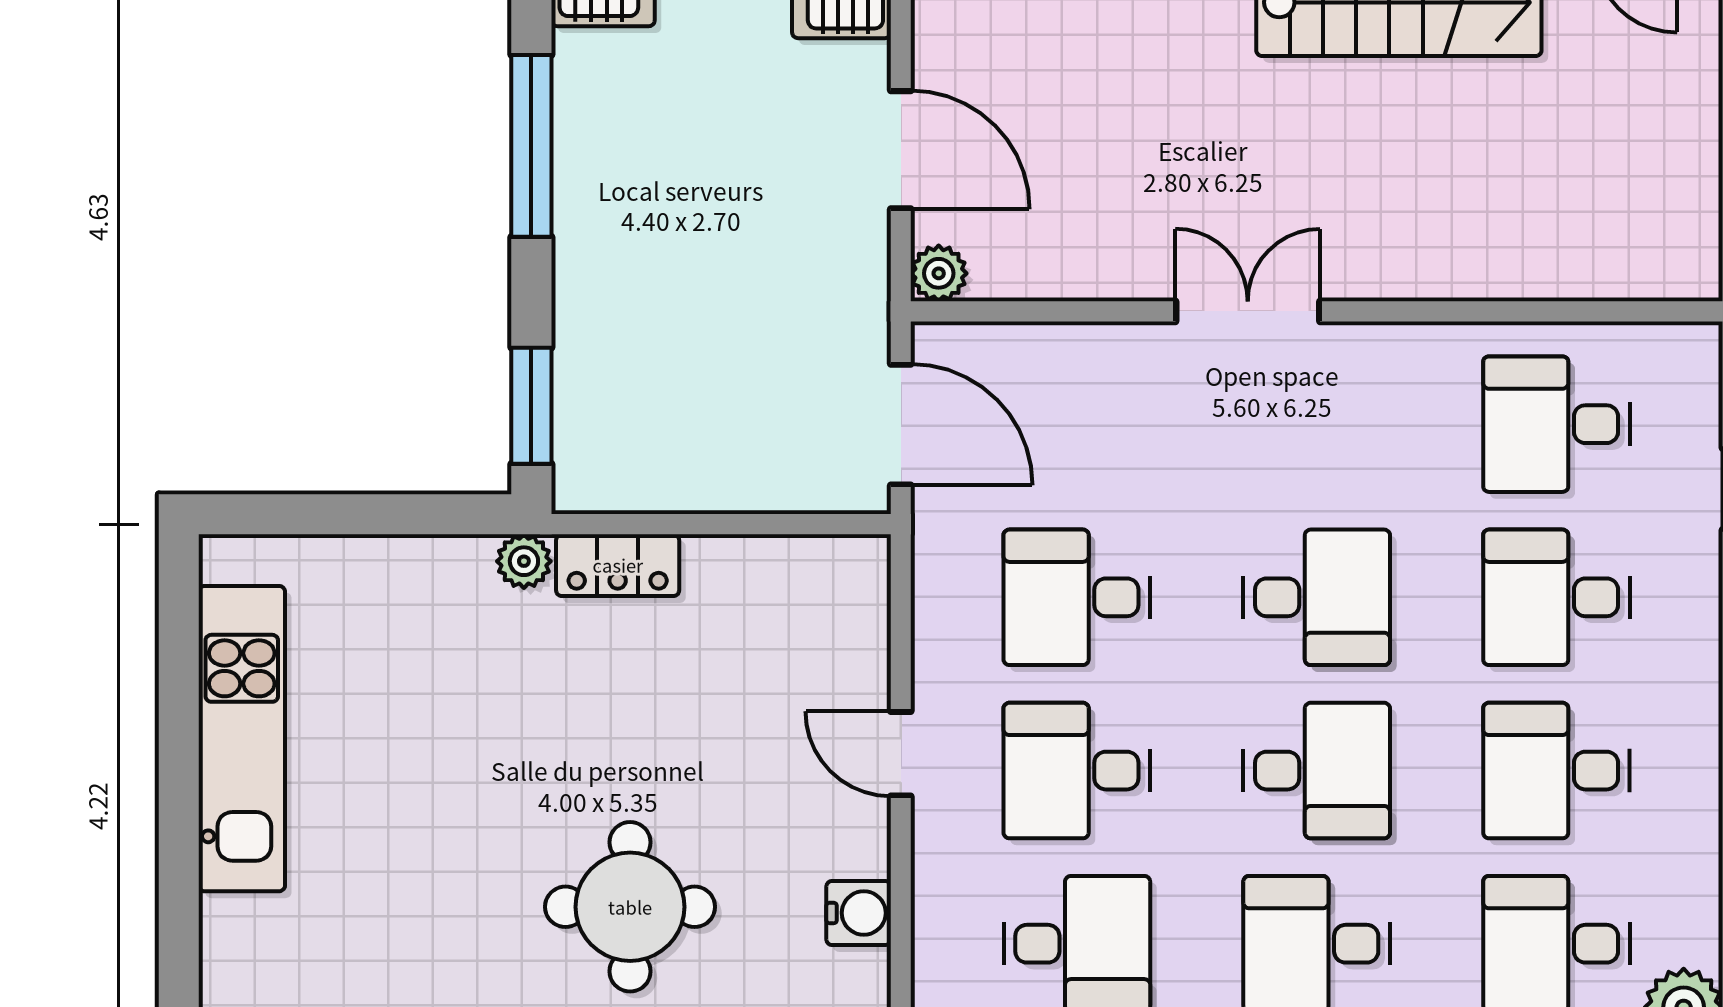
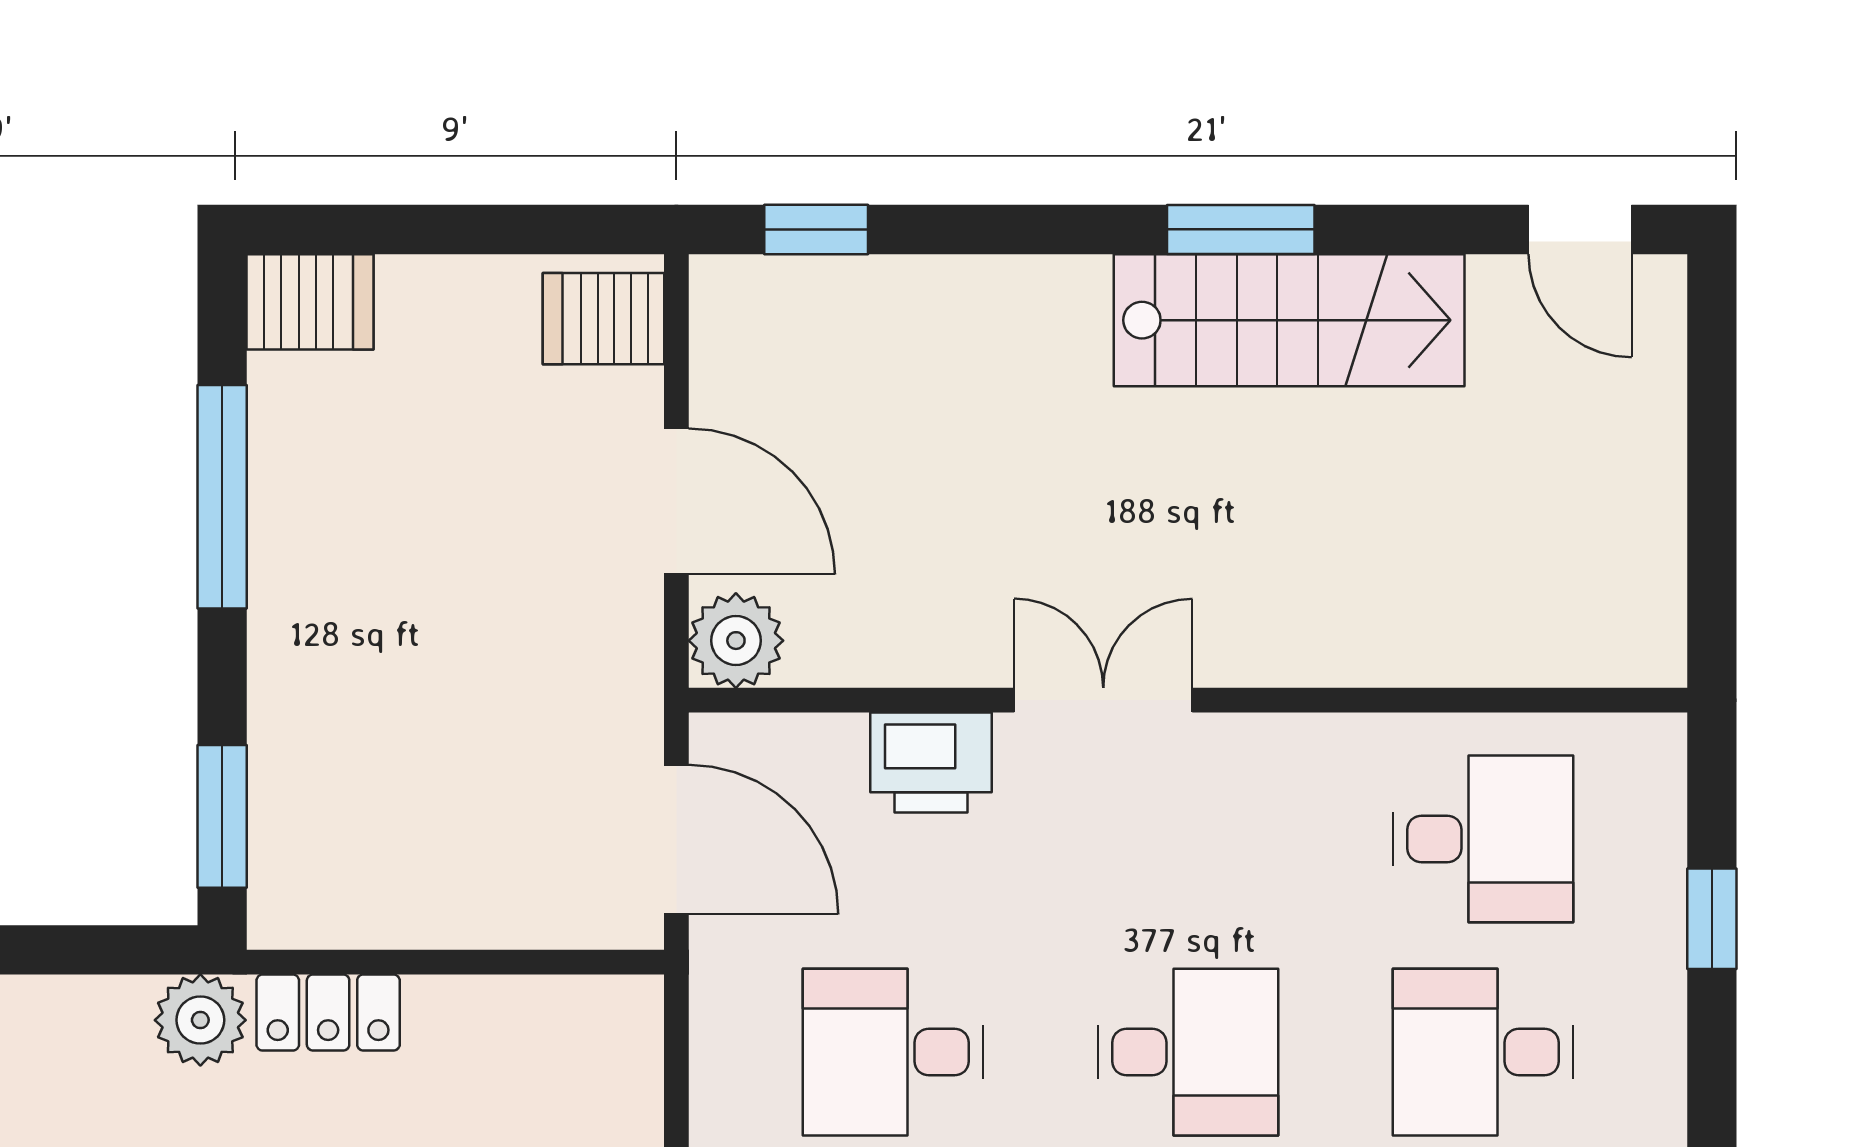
plant: (939, 273) -> (736, 641), width x1.38, depth x1.38
printer: (1108, 362) -> (931, 762), added
desk: (1556, 424) -> (1483, 839), turned 180
plant: (524, 561) -> (200, 1020), width x1.38, depth x1.38

